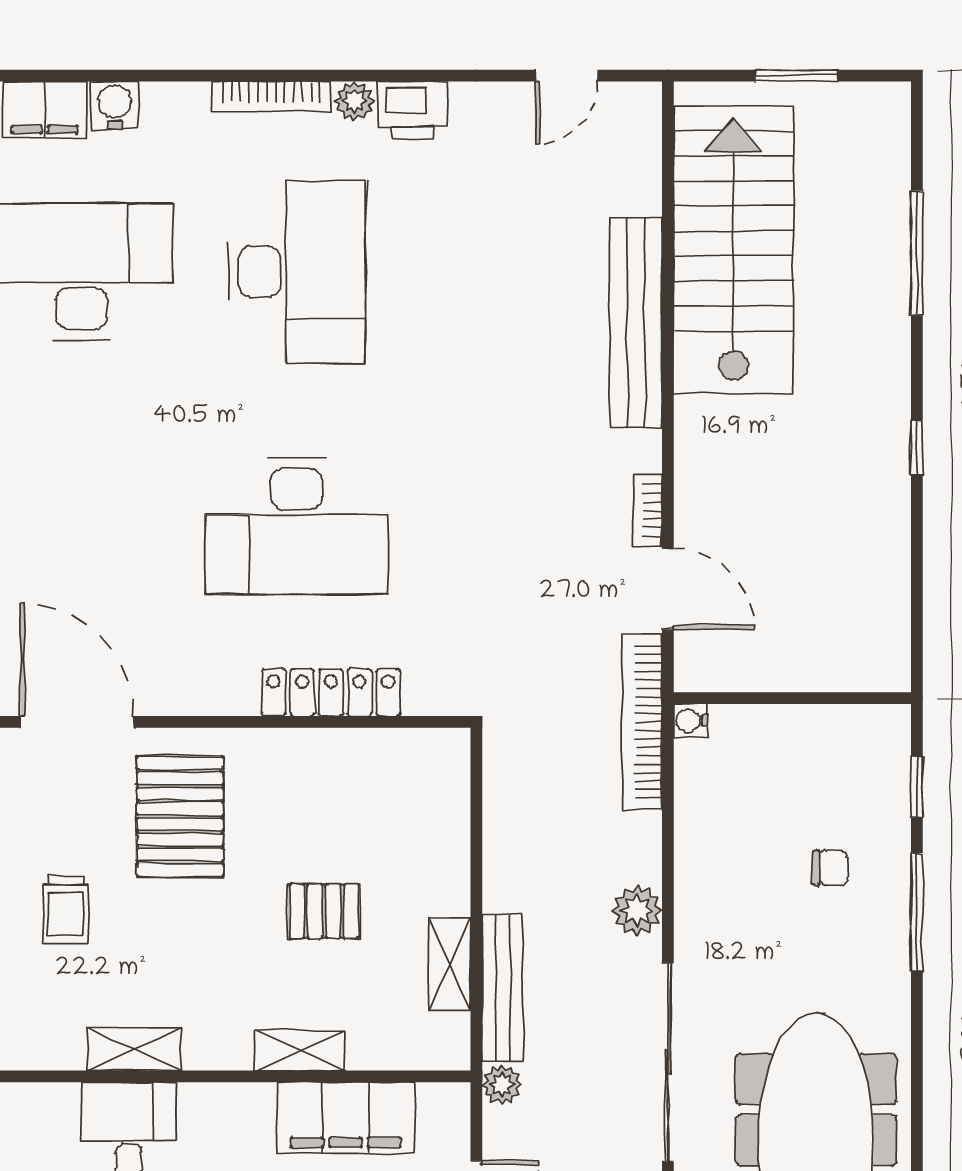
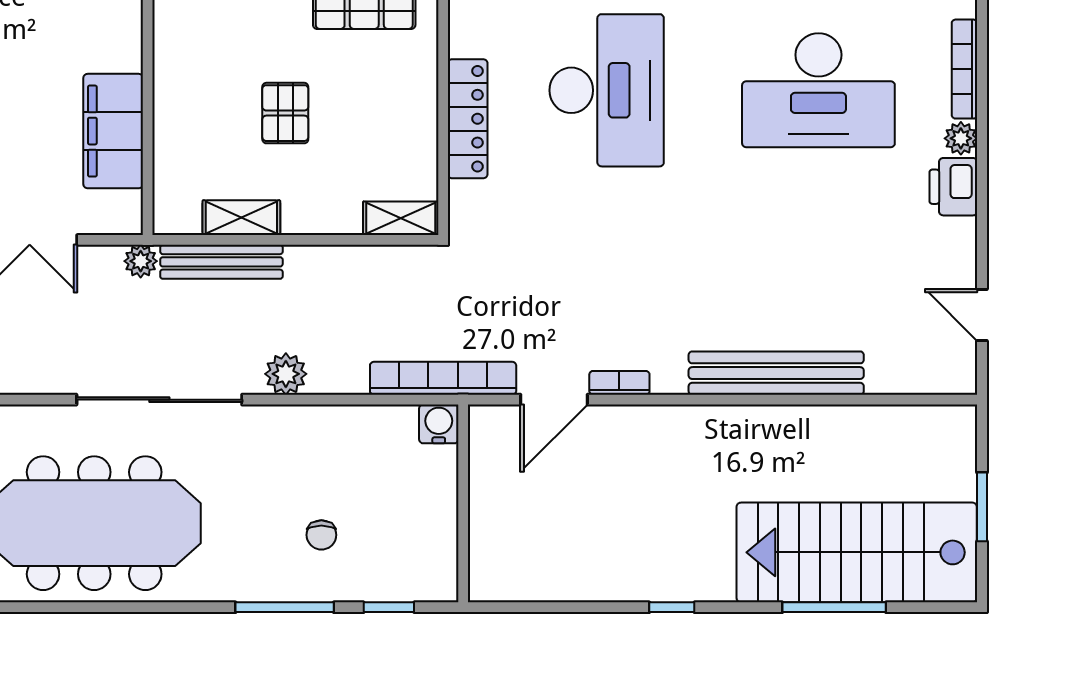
stairs: (733, 250) -> (857, 552), moved, turned 180
desk: (297, 526) -> (607, 90), turned 180
water cooler: (690, 721) -> (439, 424), width x1.38, depth x1.38
shelving: (300, 1050) -> (401, 218), moved, turned 90

